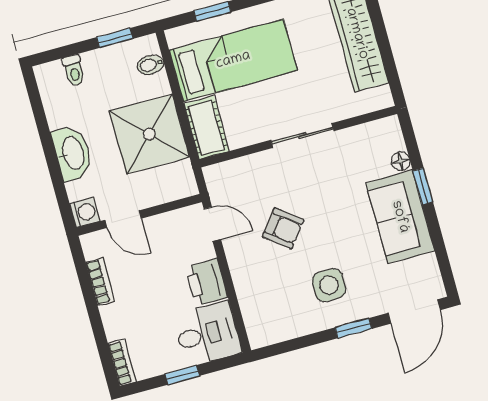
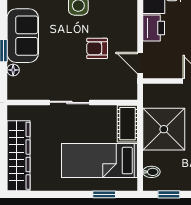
armchair: (283, 228) -> (97, 48), turned -38

